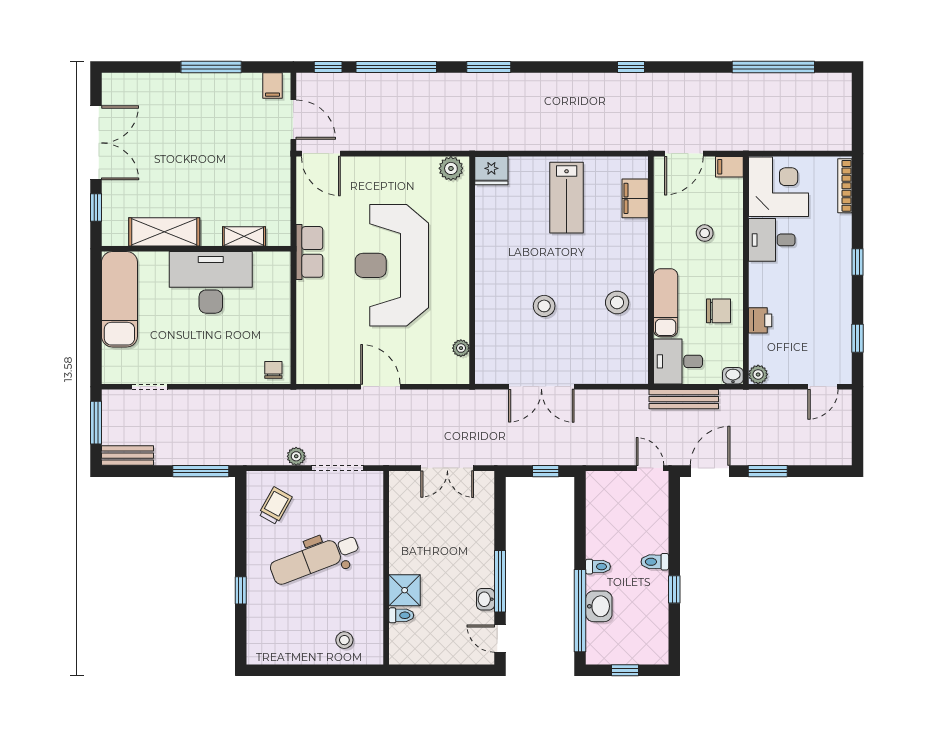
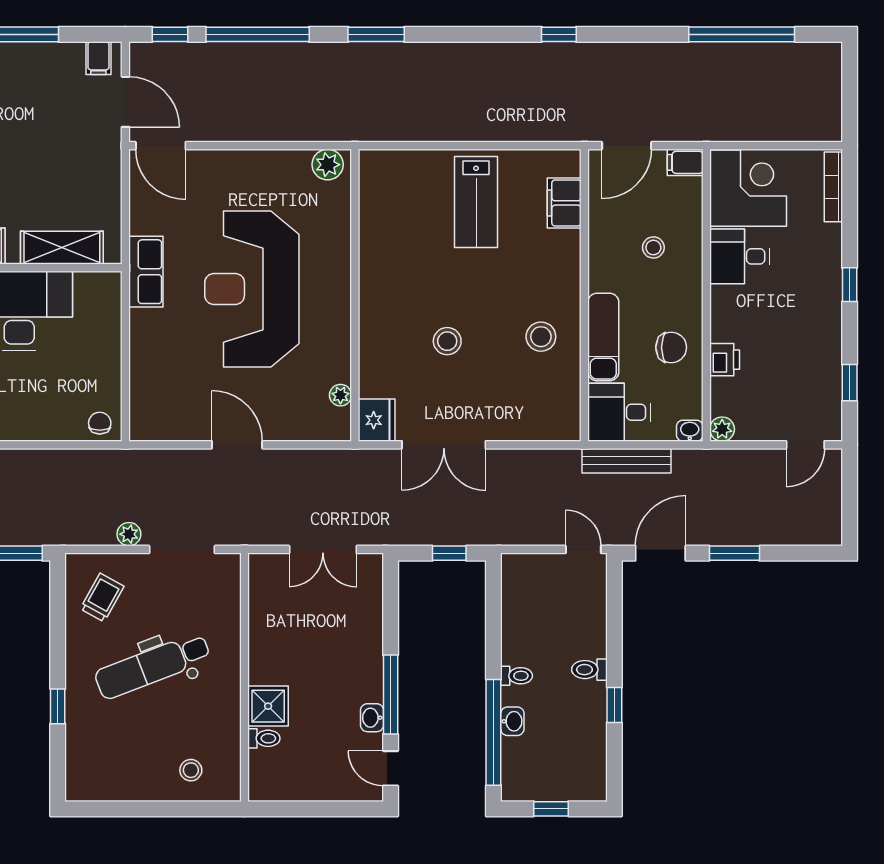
fridge: (491, 171) -> (377, 420), moved, turned -90
shelving: (244, 236) -> (62, 248), width x1.50, depth x1.33
washbasin: (599, 606) -> (512, 721), width x0.72, depth x0.69

